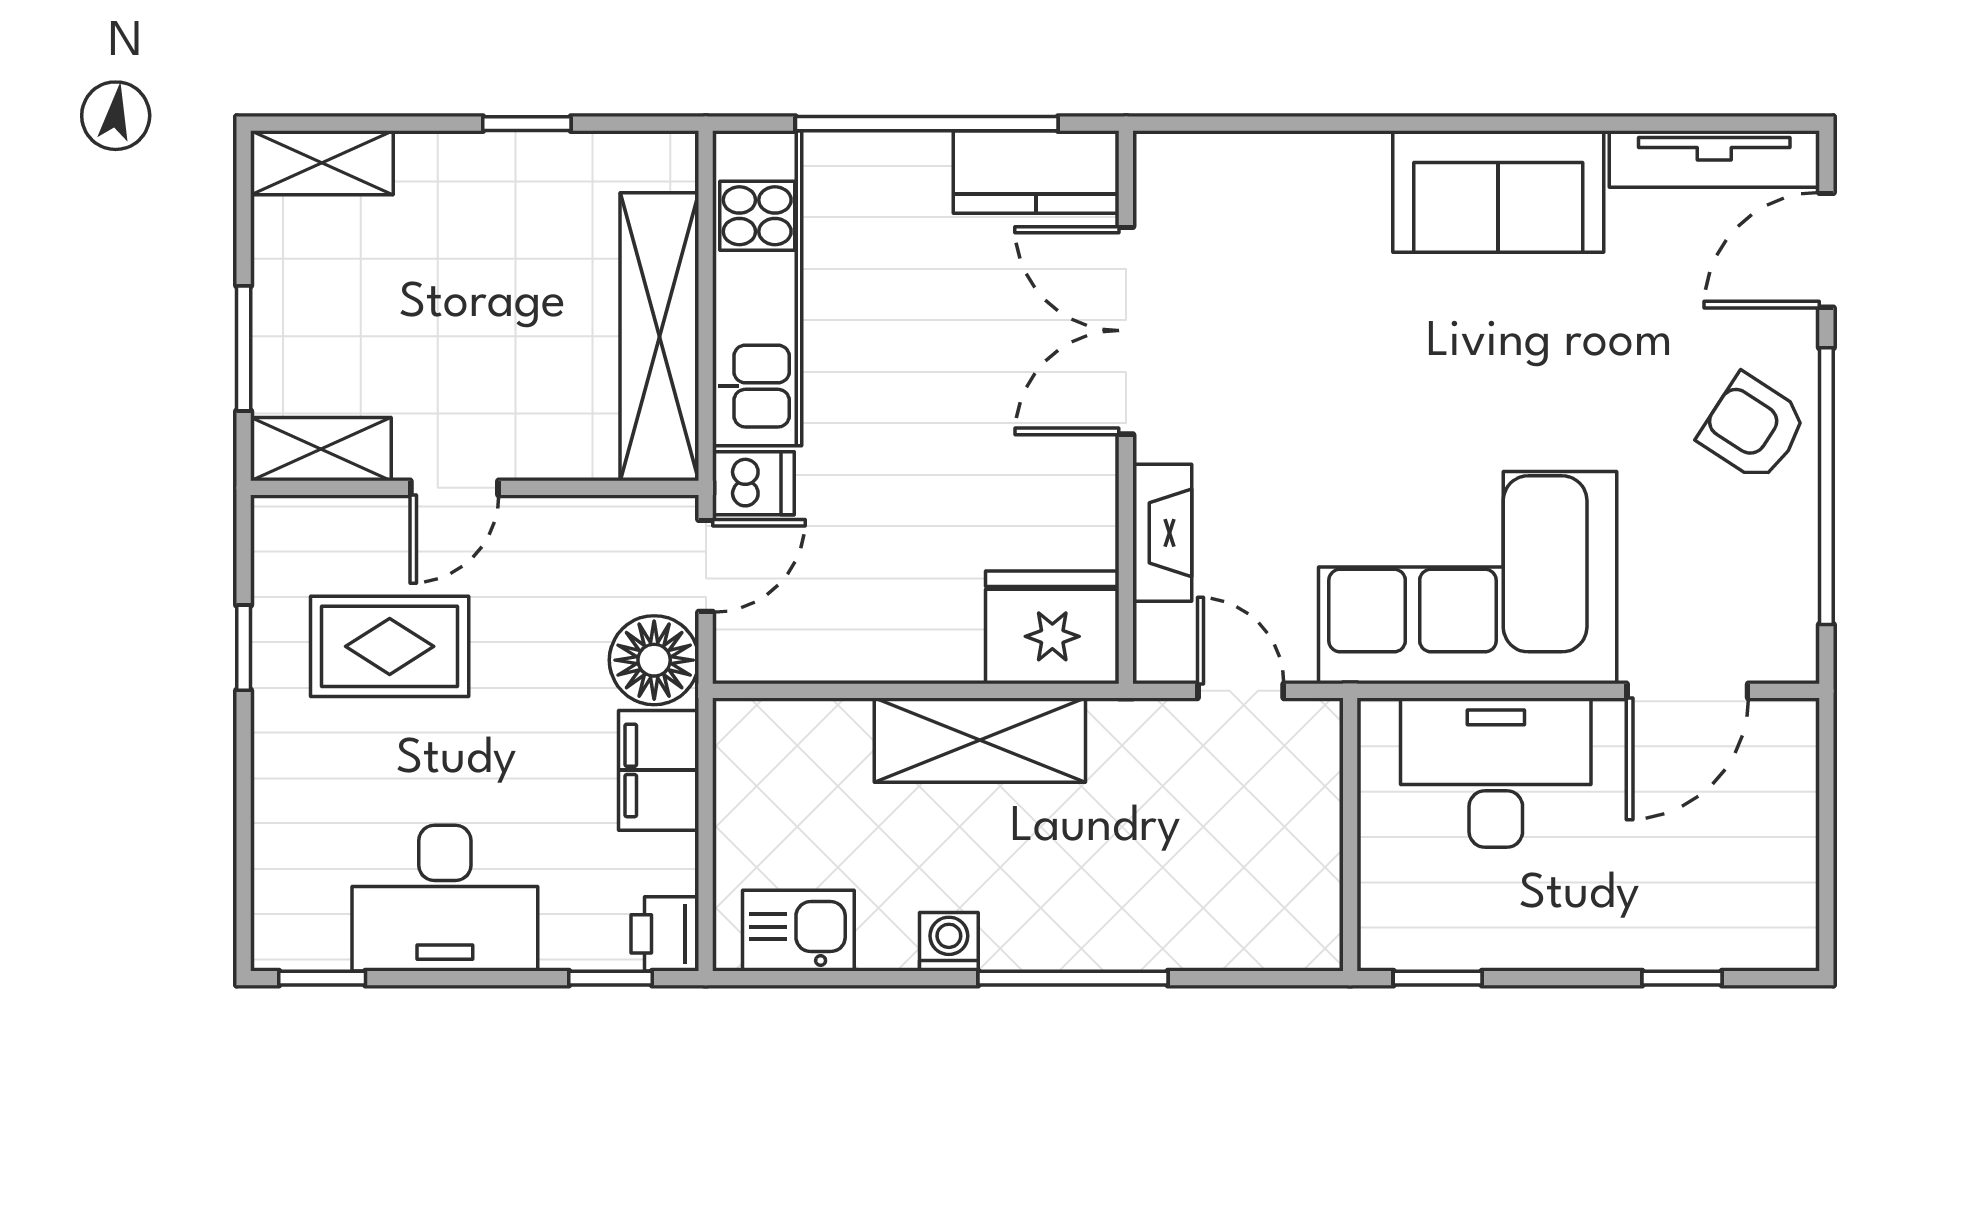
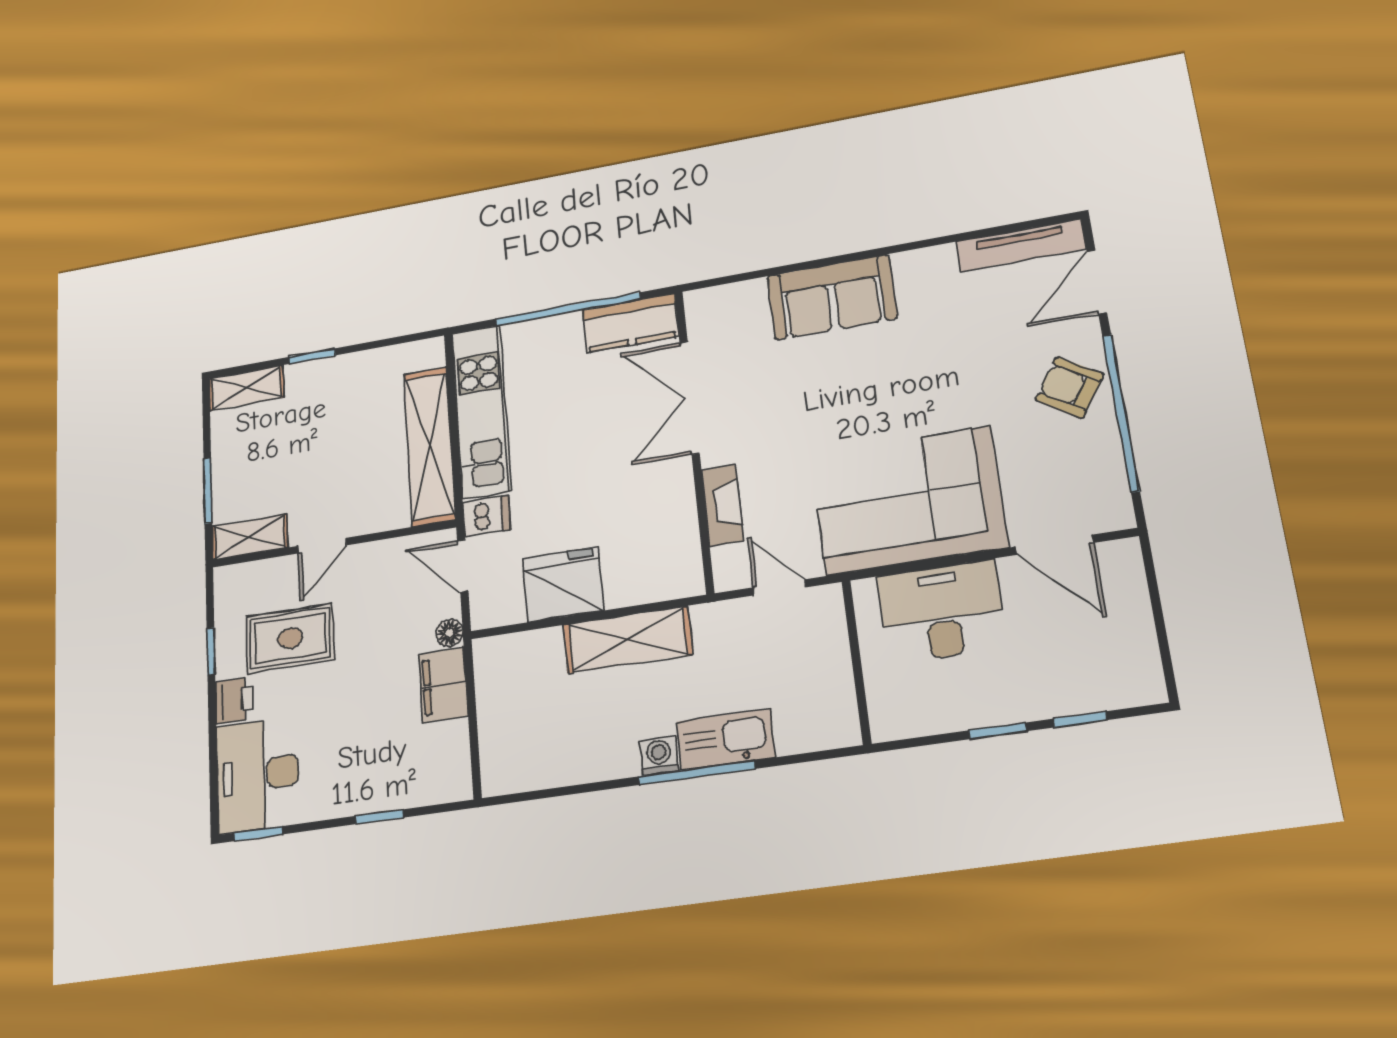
window: (527, 124) -> (312, 356), moved
sofa: (1498, 192) -> (832, 297), moved
door: (706, 566) -> (463, 566), swing flipped
fridge: (1052, 627) -> (563, 584), moved
floor lamp: (654, 660) -> (449, 633), width x0.53, depth x0.53
door: (1687, 691) -> (1054, 545), hinge flipped
desk: (445, 898) -> (258, 775), moved, turned 90
kitchen sink: (798, 931) -> (726, 739), moved, width x1.38
printer: (665, 934) -> (234, 700), moved, turned 180
washing machine: (949, 942) -> (659, 756), moved
window: (611, 978) -> (379, 817), moved
window: (1438, 978) -> (998, 731), moved

